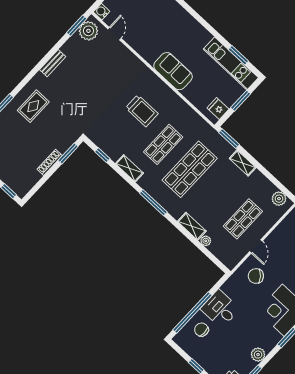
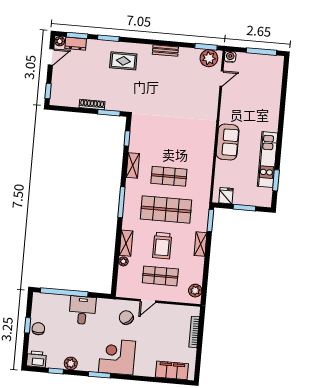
kitchen unit: (231, 63) -> (267, 160), moved
trolley: (142, 111) -> (162, 246), moved
chair: (201, 330) -> (38, 329), moved

